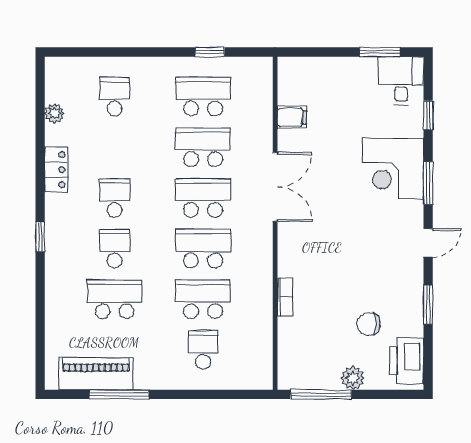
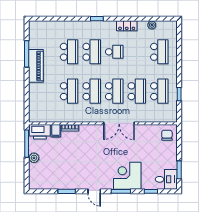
school desk: (115, 96) -> (159, 52), width x1.85
filing cabinet: (292, 117) -> (56, 131), moved
school desk: (115, 249) -> (92, 52), width x1.85
chair: (369, 324) -> (167, 135), moved
school desk: (203, 350) -> (46, 91), removed
printer: (407, 361) -> (40, 132), moved, turned 180
piano: (96, 374) -> (36, 66), moved

